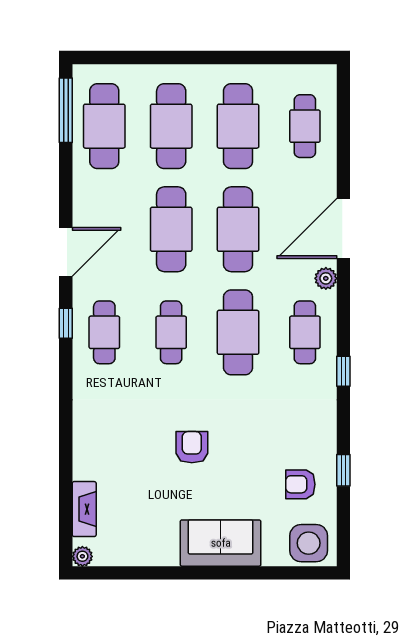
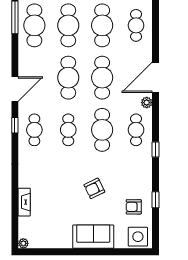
armchair: (192, 447) -> (94, 188), moved, turned -116
fireplace: (84, 509) -> (24, 202), moved

